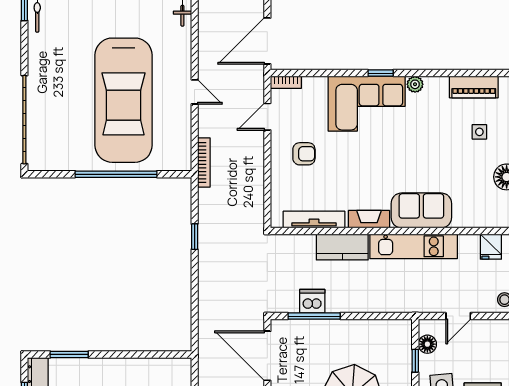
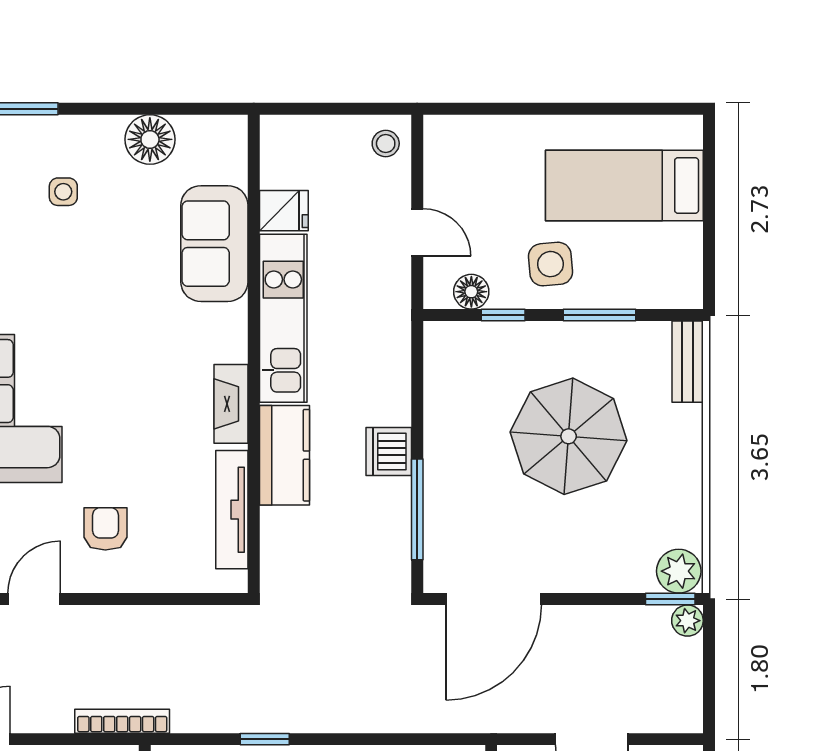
door: (267, 117) -> (34, 599), swing flipped
sofa: (421, 210) -> (214, 244), moved
fridge: (491, 247) -> (284, 211), moved
dishwasher: (312, 301) -> (389, 452), moved

